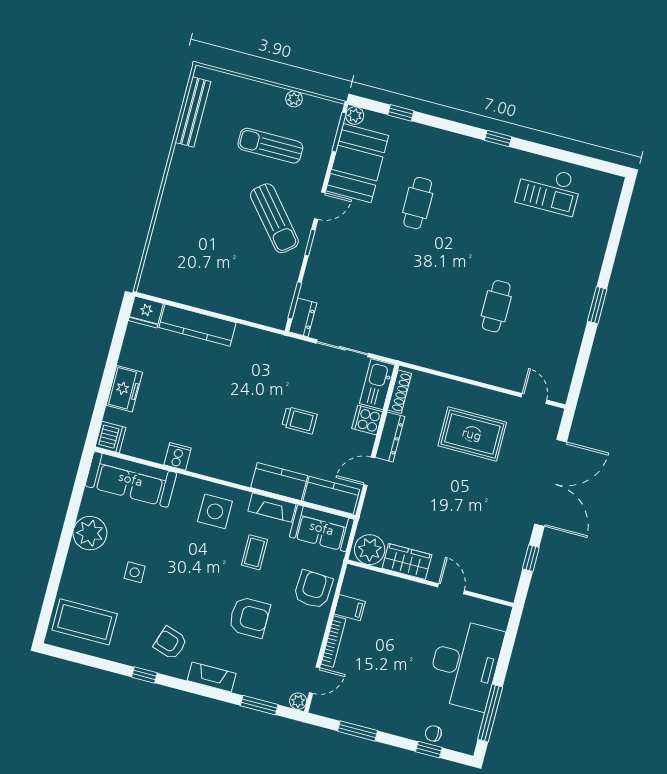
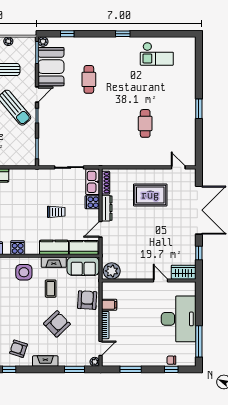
dresser: (303, 317) -> (44, 157), removed
cooker: (215, 465) -> (18, 248), added
wardrobe: (407, 562) -> (184, 272), moved
armchair: (249, 617) -> (57, 324), turned -44

